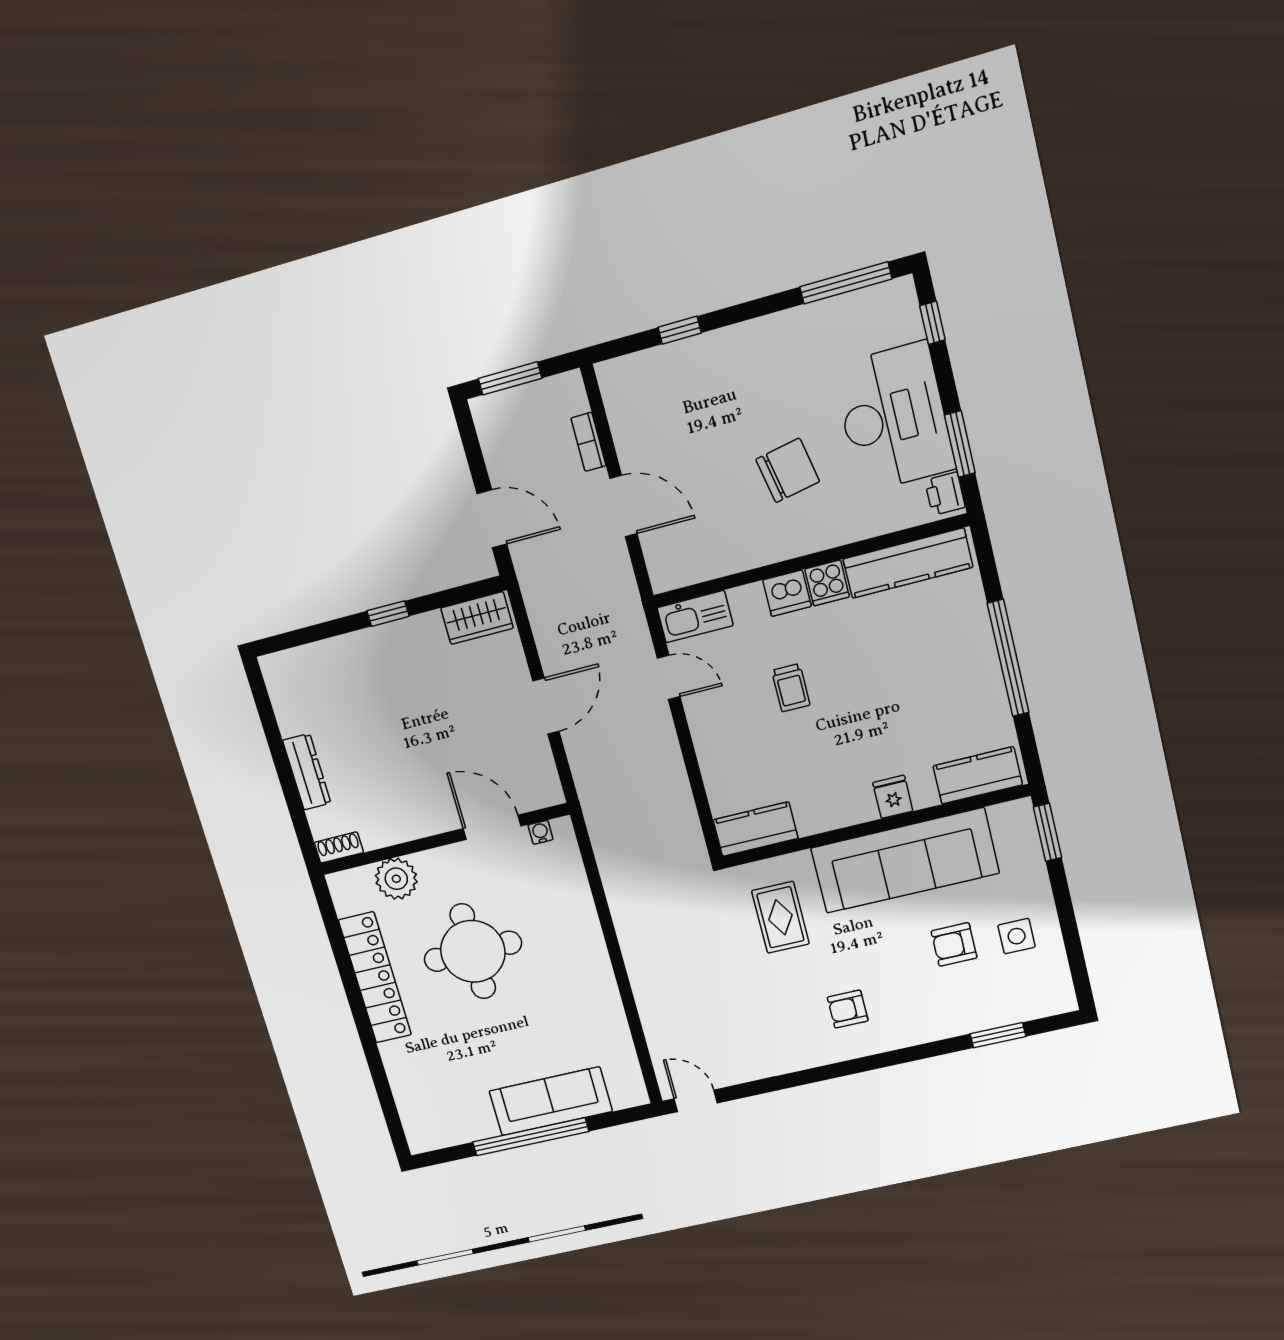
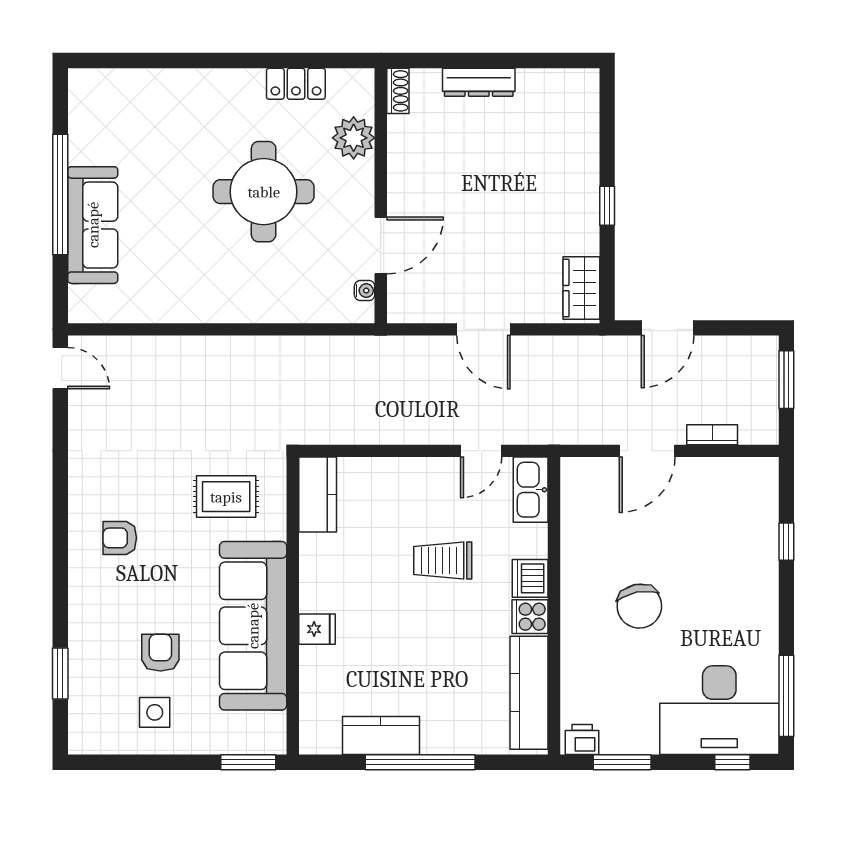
desk: (894, 417) -> (719, 710), moved
trolley: (791, 688) -> (443, 560), width x1.36, depth x1.39
kitchen counter: (978, 775) -> (381, 735), moved, turned -90
locker: (375, 978) -> (296, 84), width x0.46, depth x0.83
armchair: (848, 1009) -> (120, 538), turned -90
door: (696, 1101) -> (60, 368), hinge flipped

